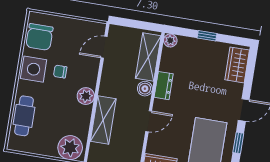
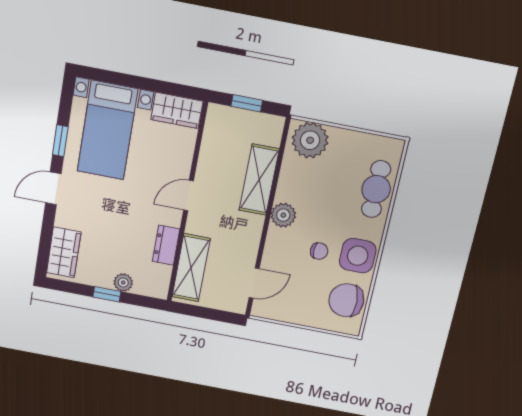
chair: (39, 37) -> (346, 300), turned -93
plant: (170, 40) -> (123, 283), moved
dresser: (164, 86) -> (166, 245), moved
boiler: (145, 89) -> (197, 223), removed
door: (149, 121) -> (189, 196), moved

